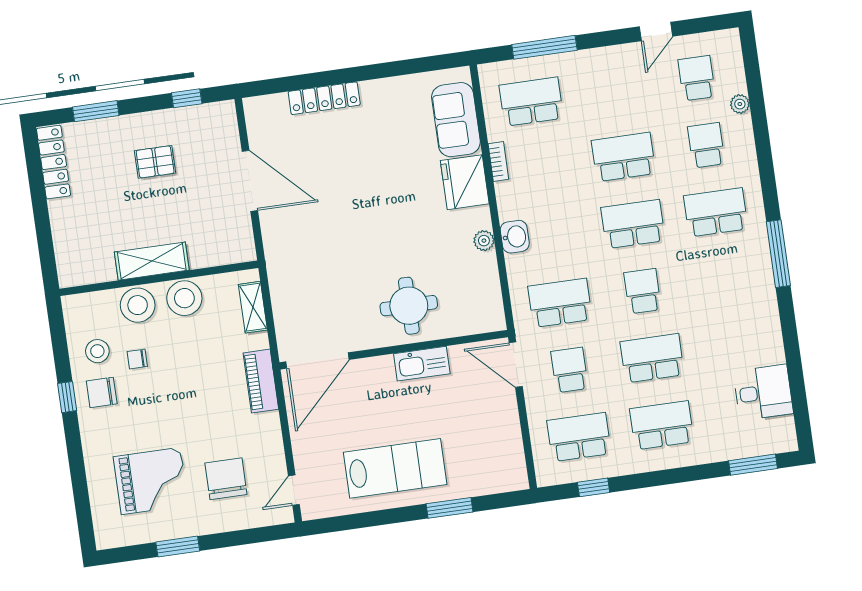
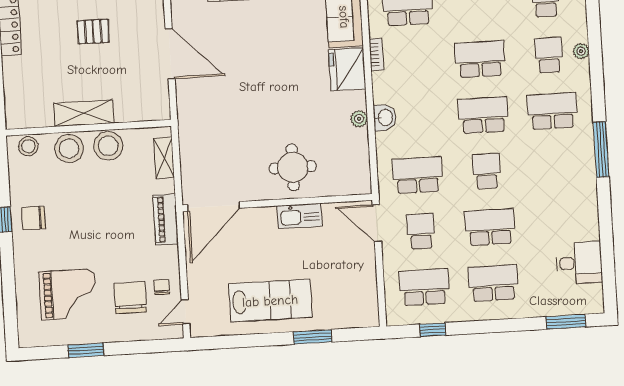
plant: (740, 104) -> (581, 51), moved
stool: (97, 351) -> (28, 146), moved
chair: (137, 359) -> (162, 287), moved, turned 90

